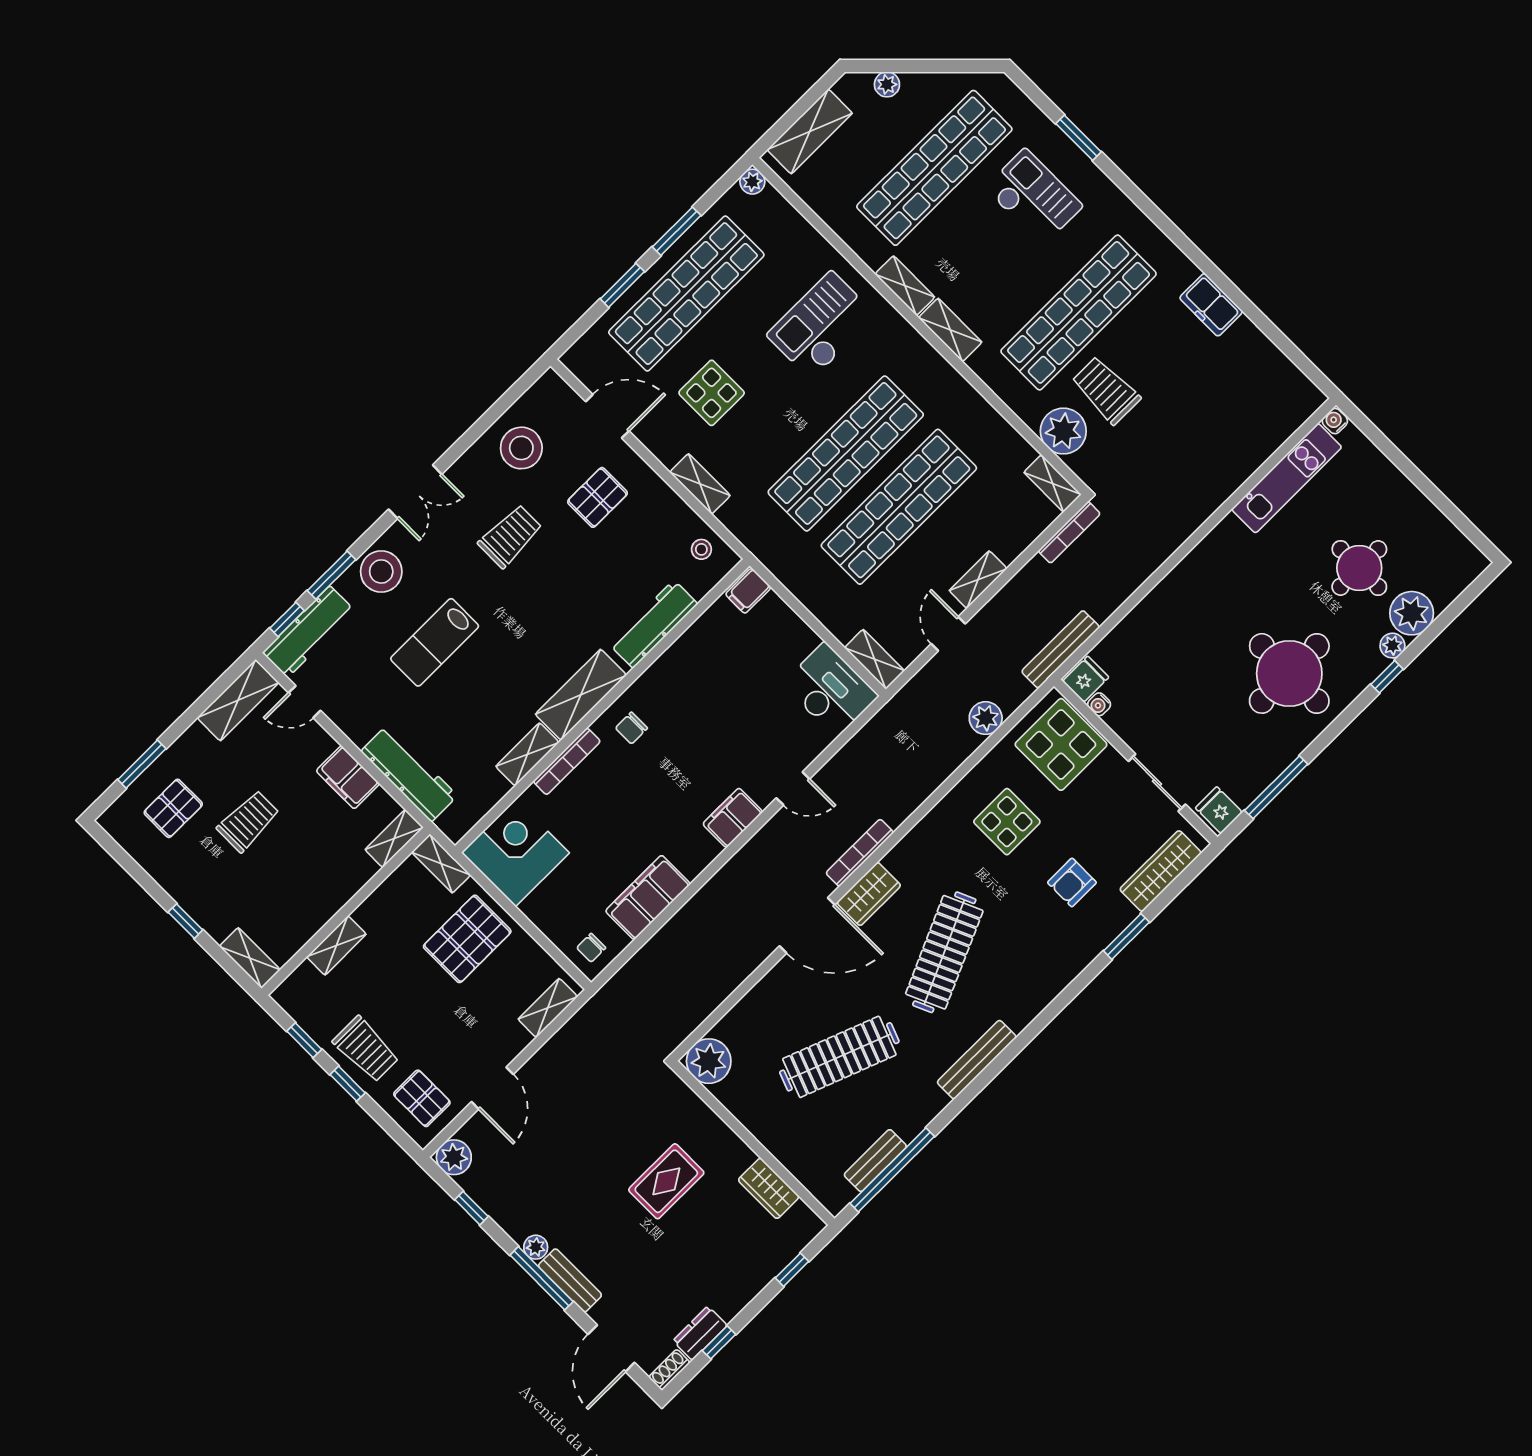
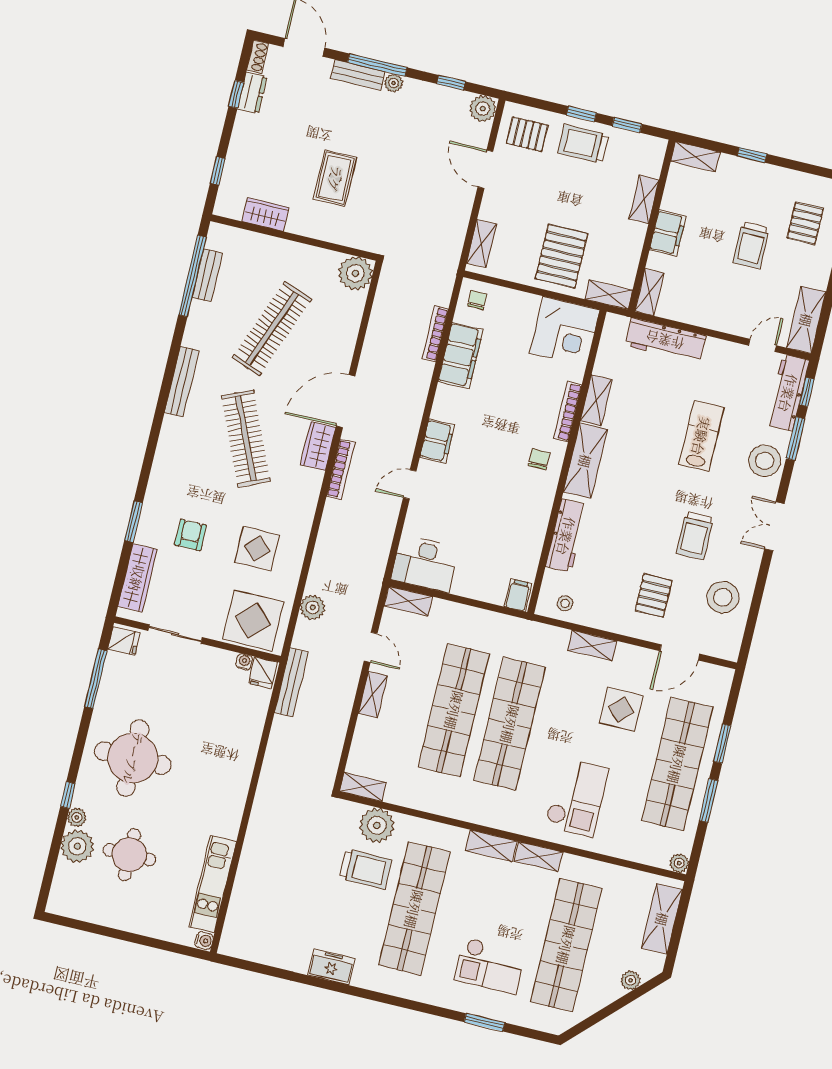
bookcase: (1069, 532) -> (435, 334), moved
filing cabinet: (348, 777) -> (668, 233), moved, turned 90

